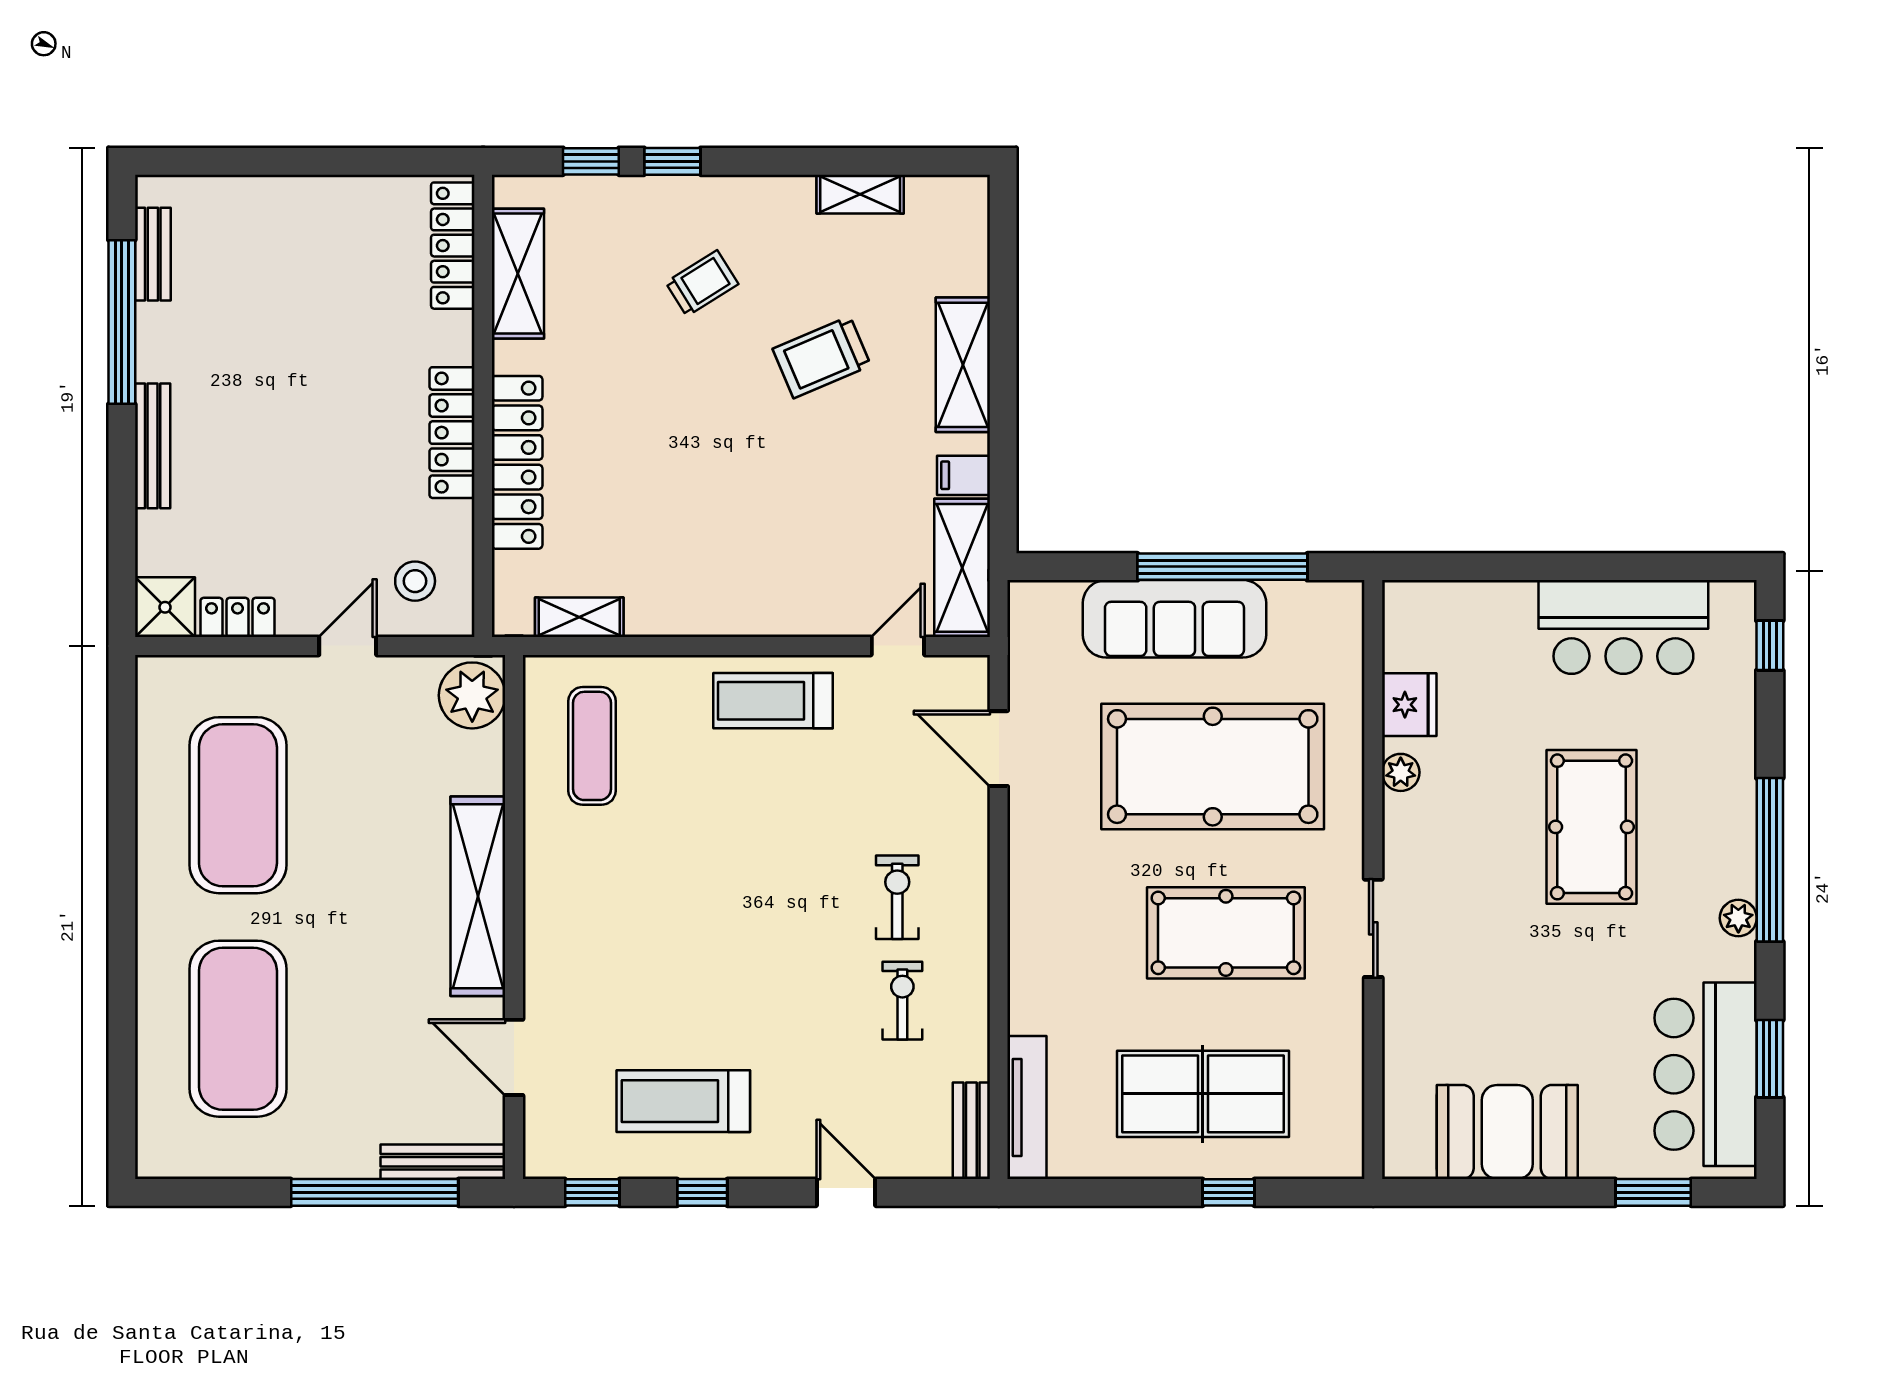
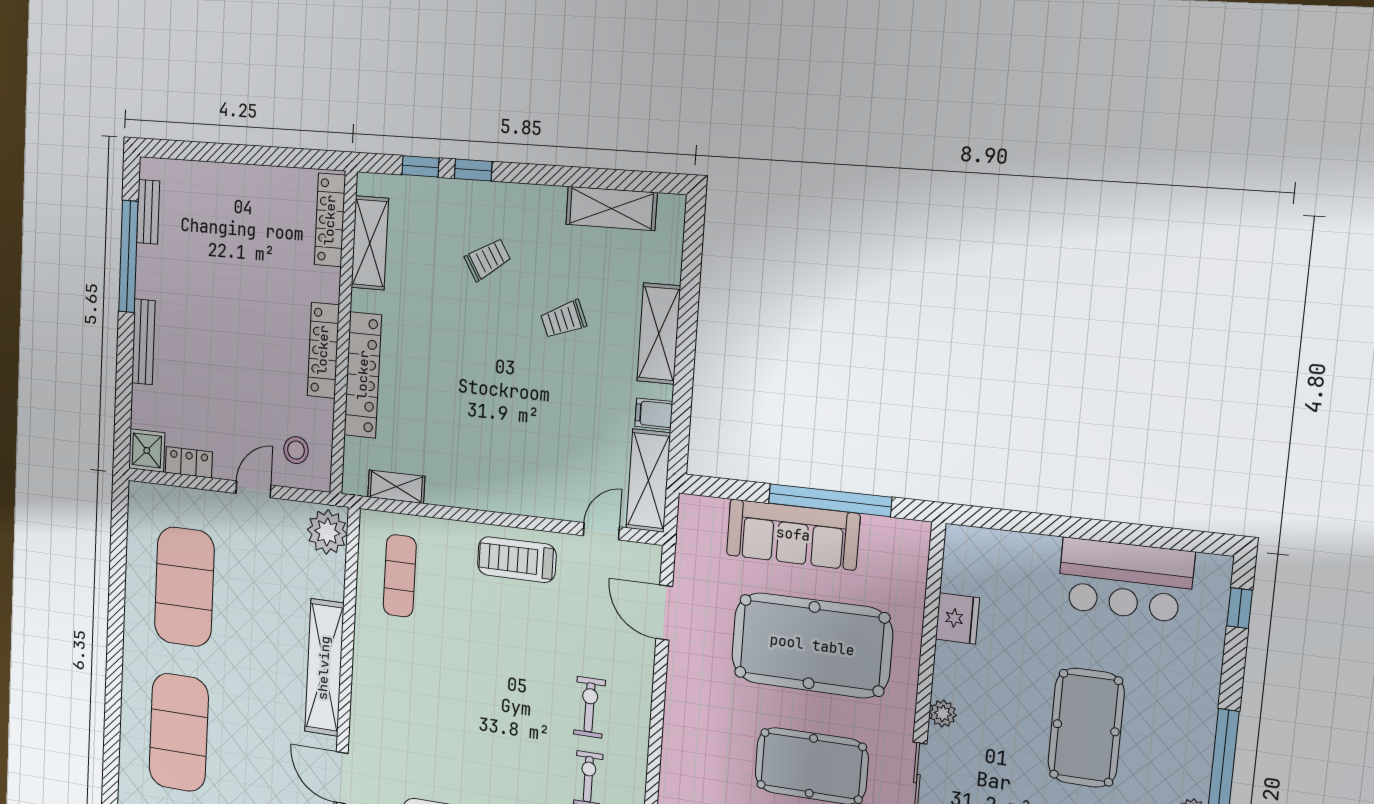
shelving: (860, 194) -> (611, 208), width x1.50, depth x1.33
trolley: (822, 357) -> (564, 319), width x0.73, depth x0.72
plant: (1401, 772) -> (943, 714), moved

